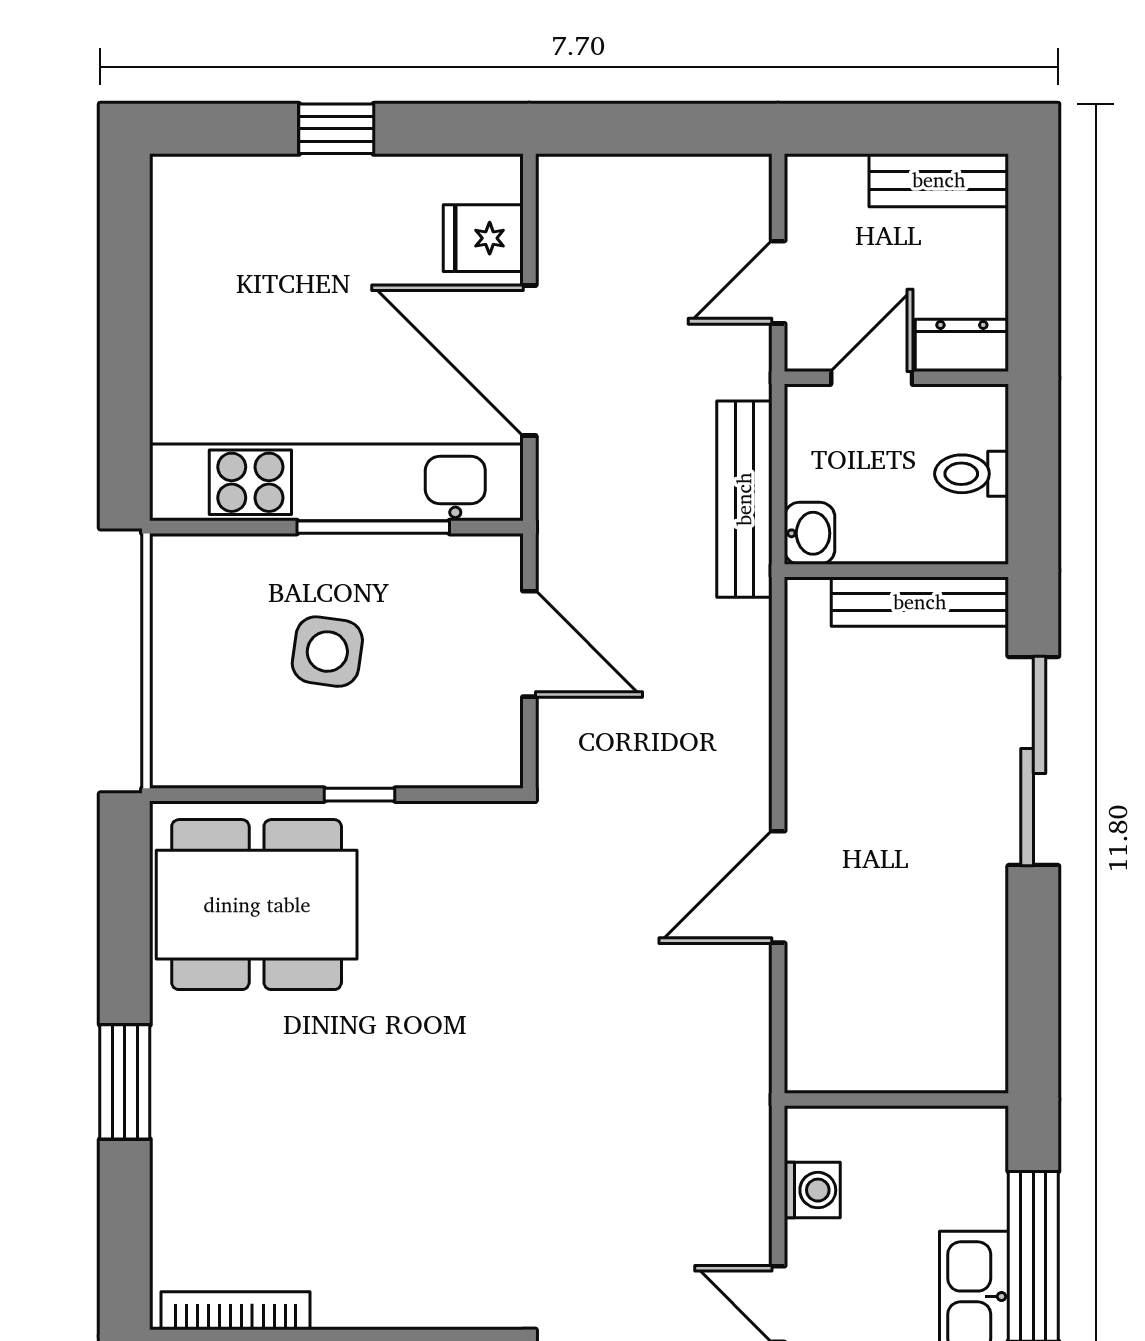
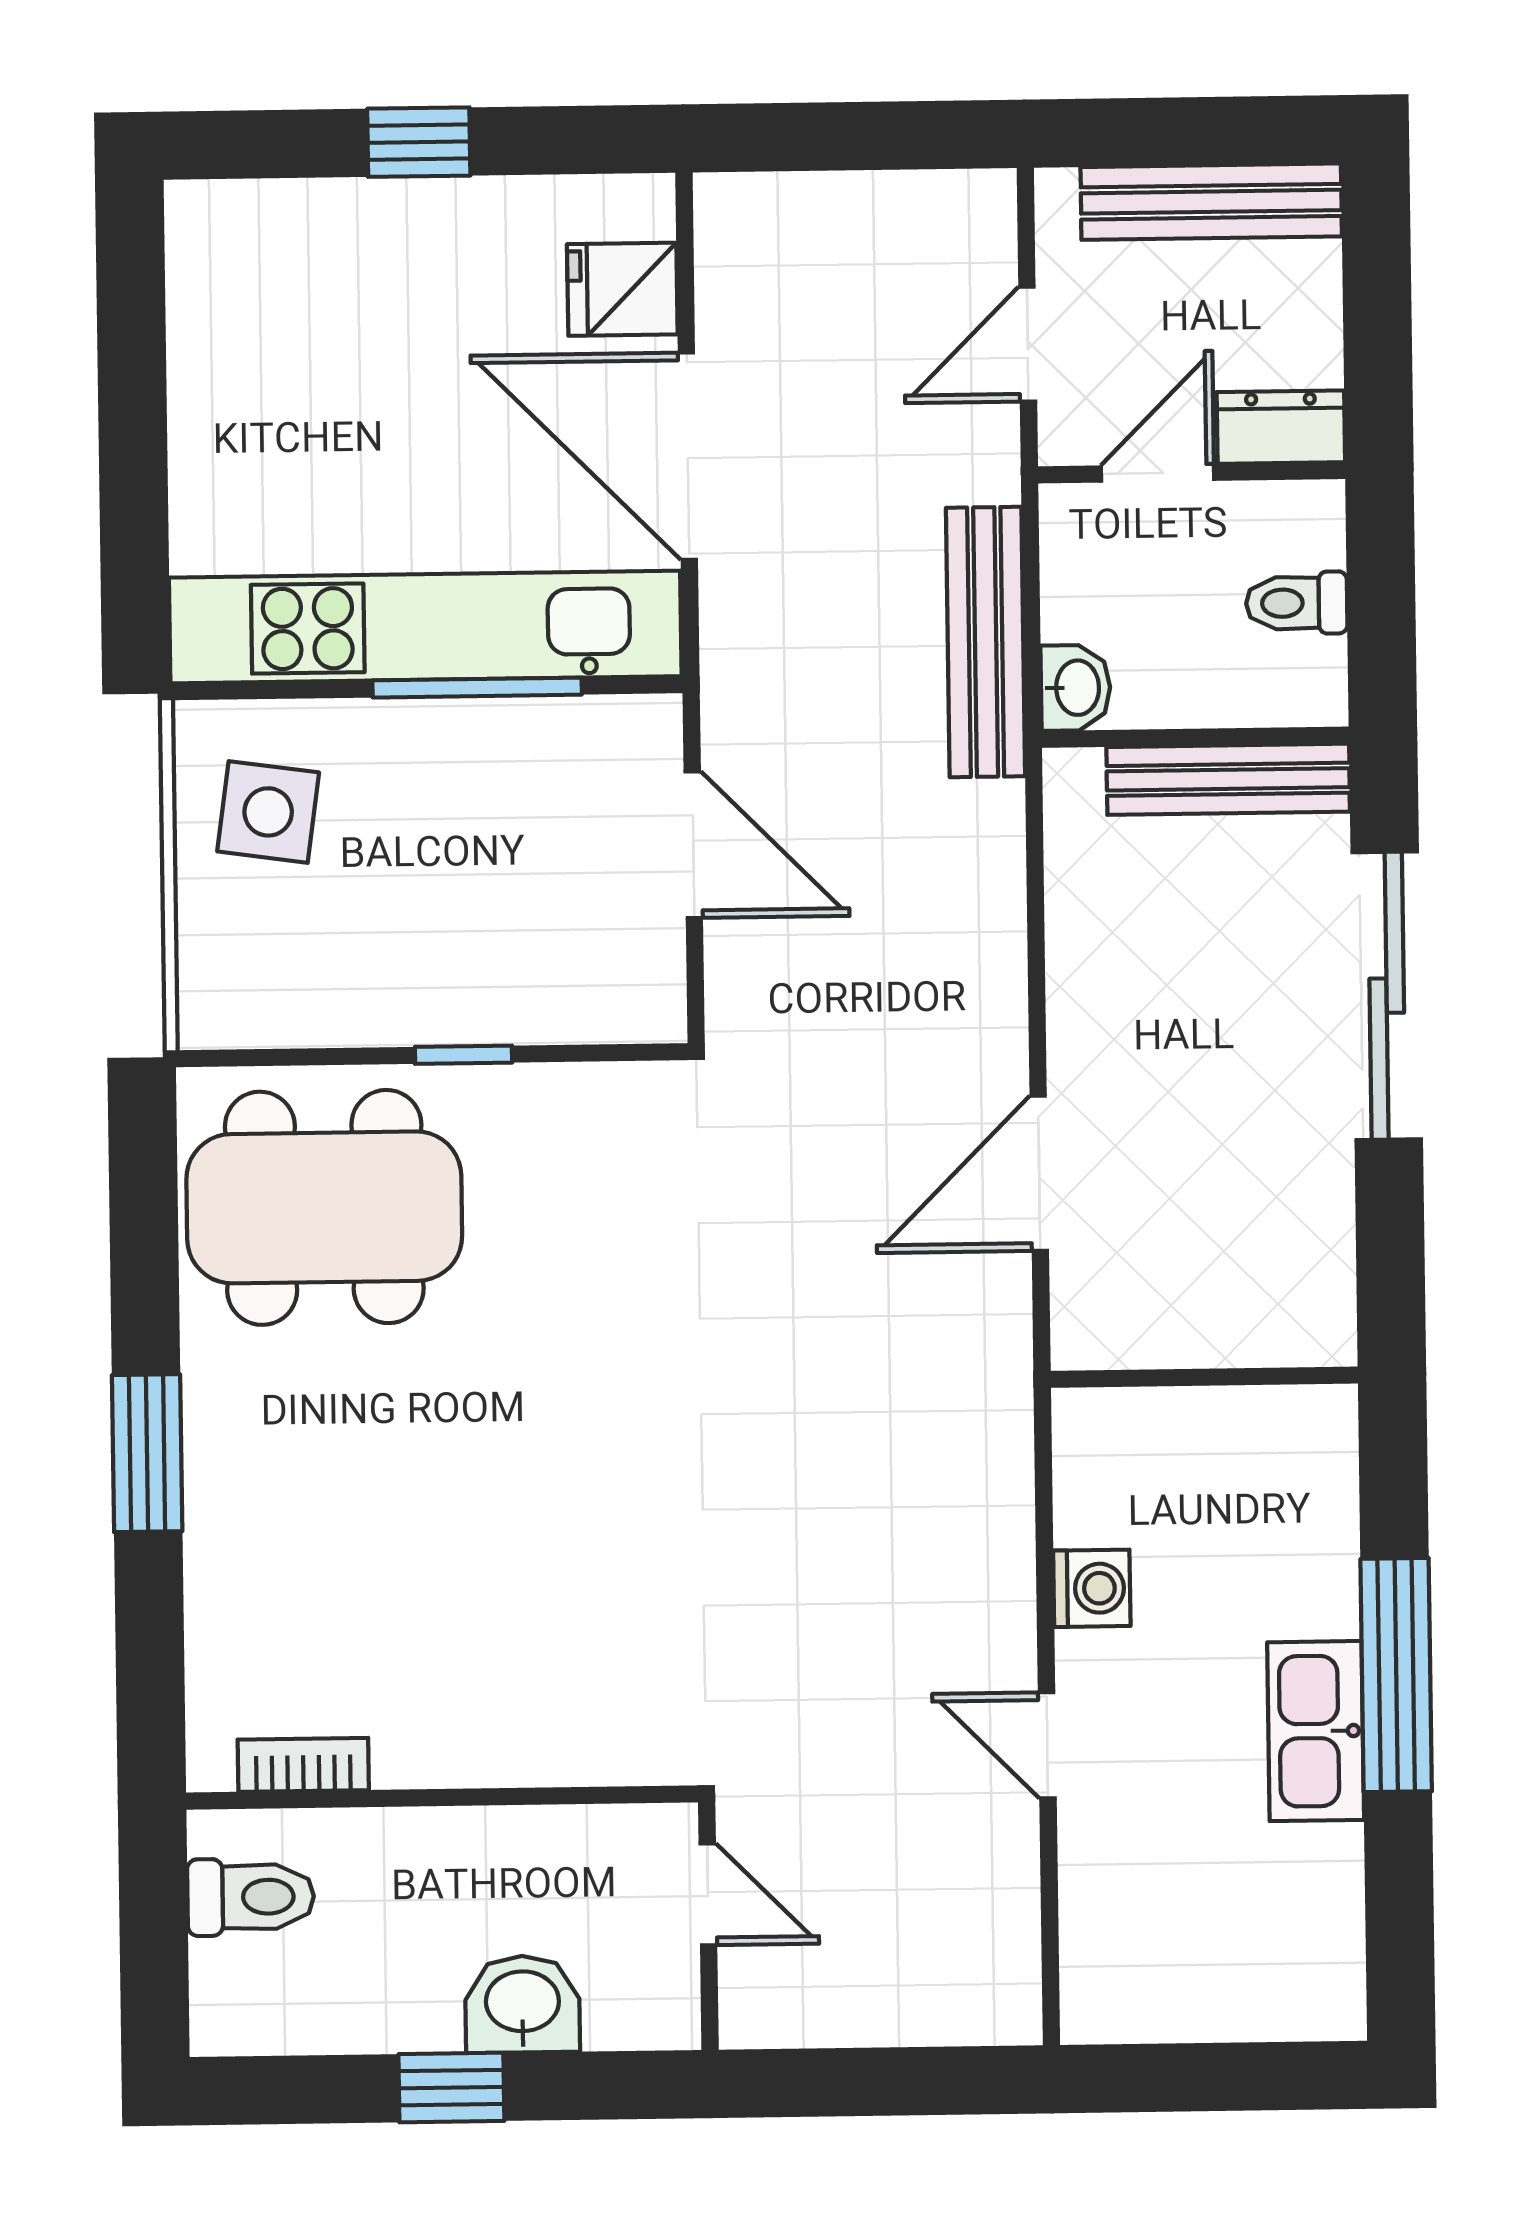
bench: (939, 180) -> (1211, 202), width x1.36
side table: (327, 652) -> (268, 812), moved
wall: (896, 1100) -> (1204, 1377), moved
bookcase: (236, 1311) -> (303, 1765), width x0.64

